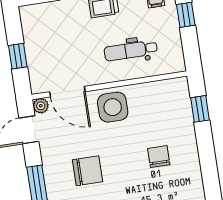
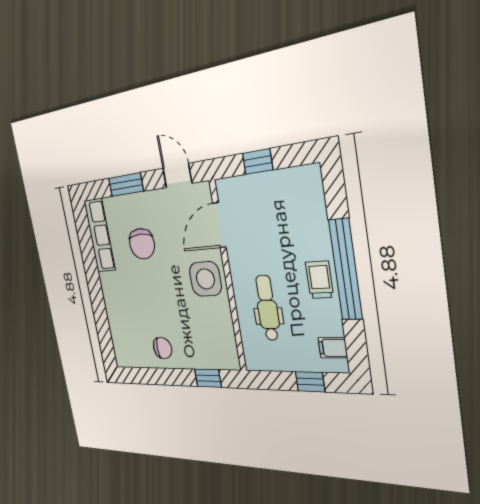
plant: (41, 106) -> (203, 191), removed
chair: (159, 157) -> (163, 348), moved

